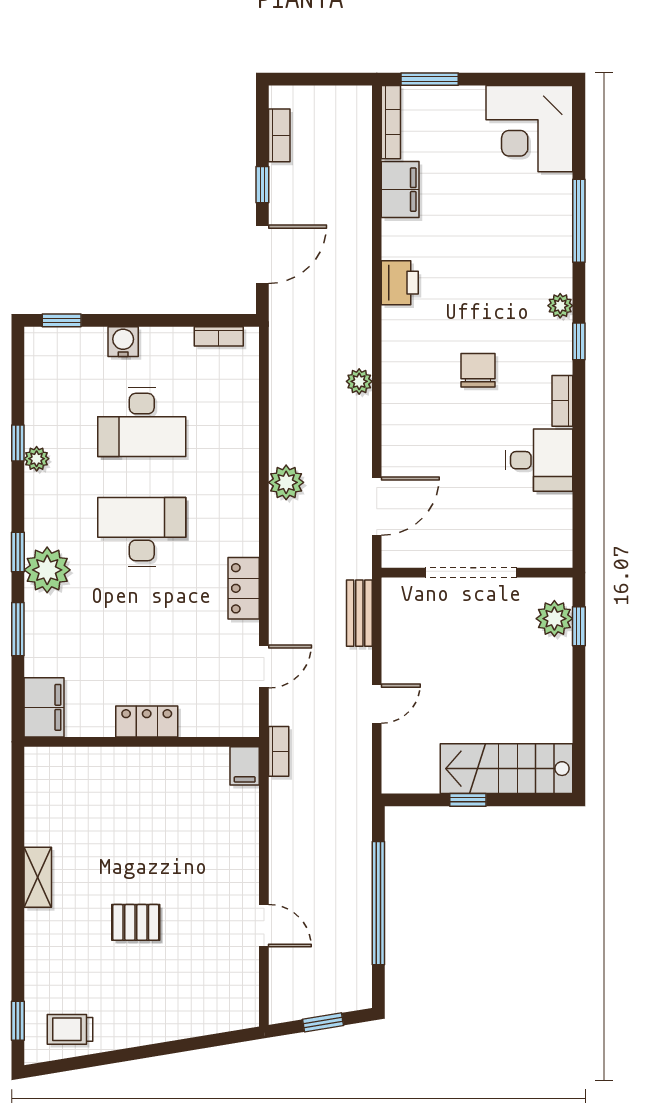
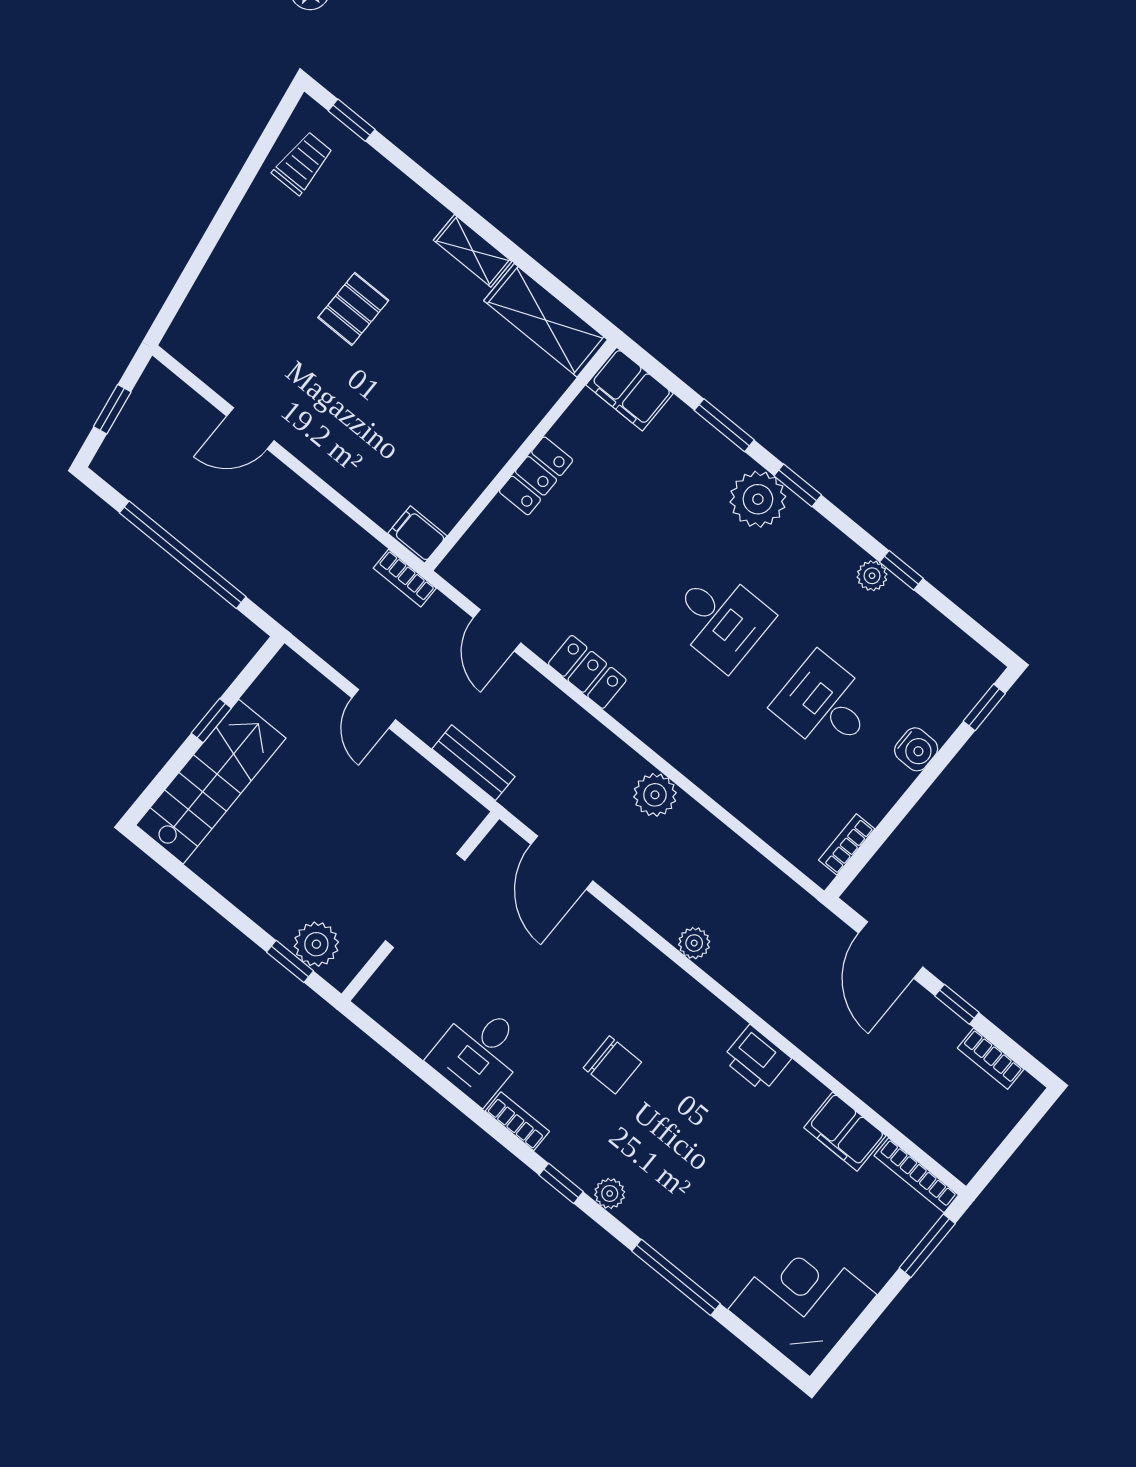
desk: (142, 422) -> (825, 704), width x0.73
desk: (142, 532) -> (720, 619), width x0.73
shelving: (44, 796) -> (546, 320), added

